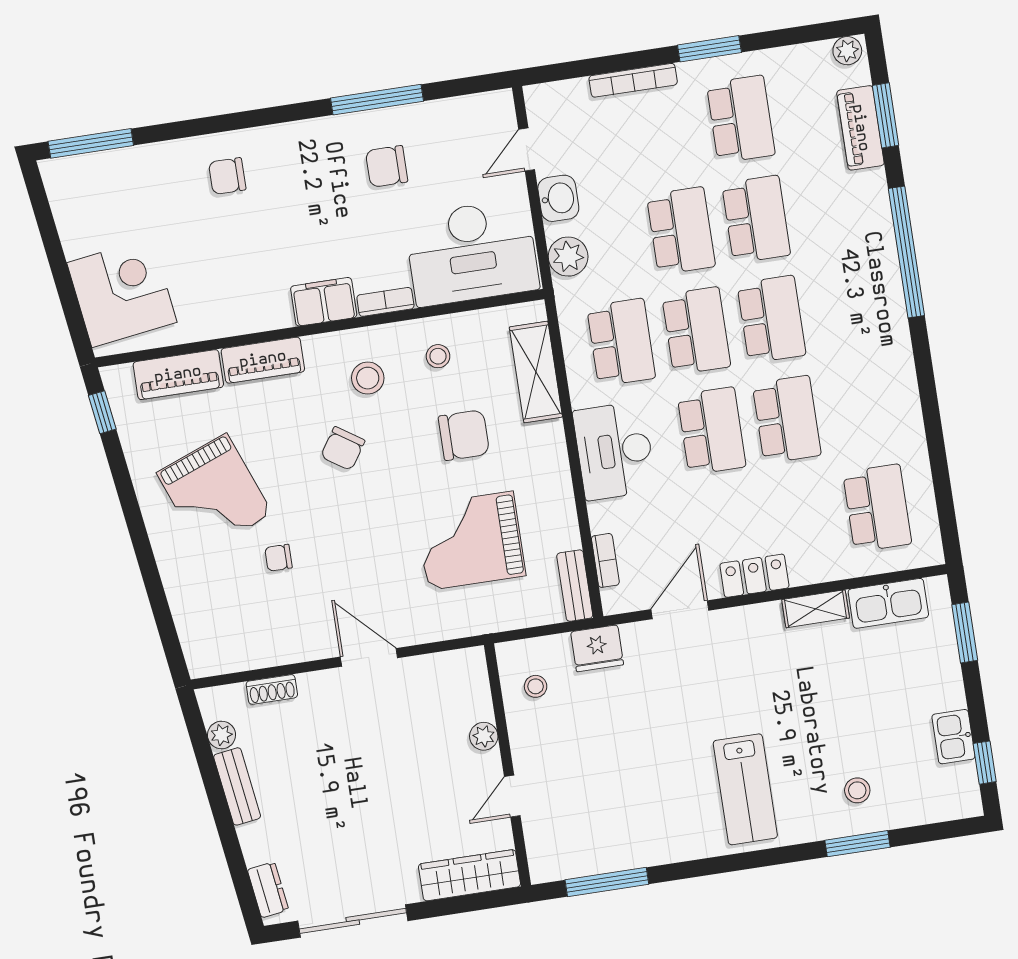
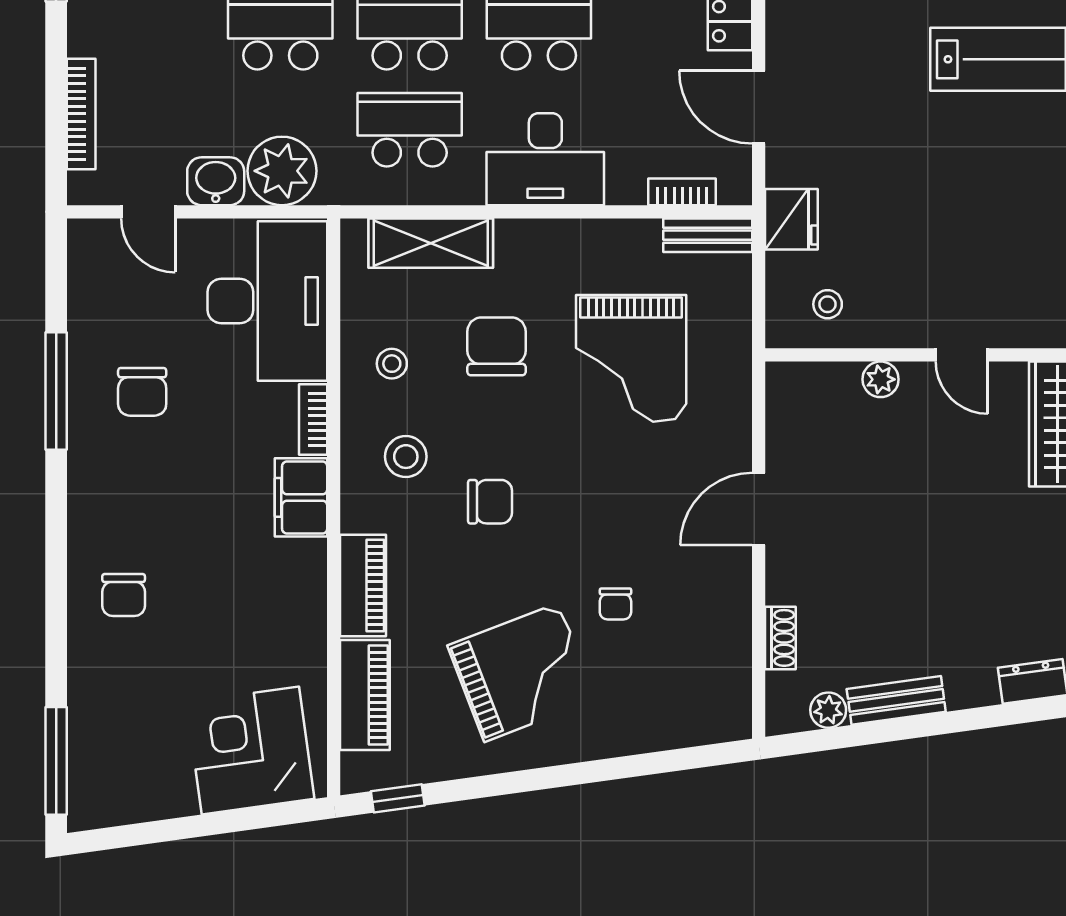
bookcase: (633, 80) -> (81, 114), moved
plant: (568, 257) -> (282, 171), width x1.36, depth x1.36
chair: (343, 449) -> (490, 502), turned -34

